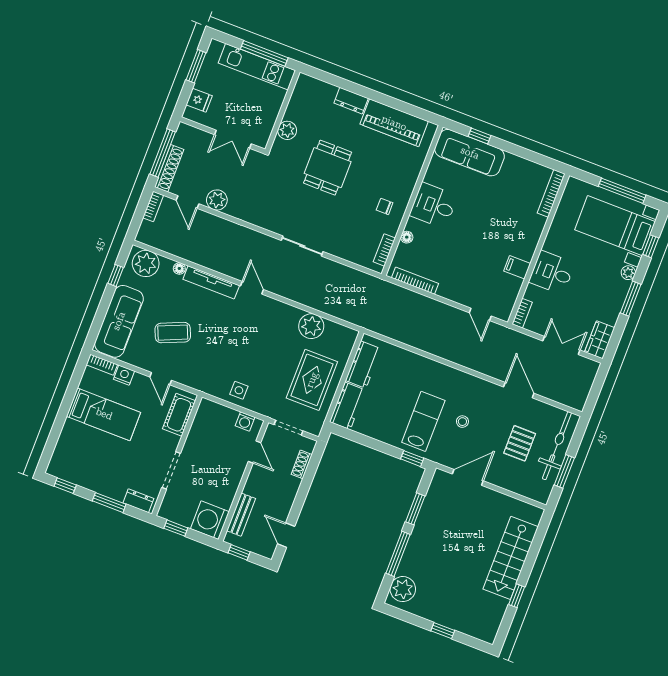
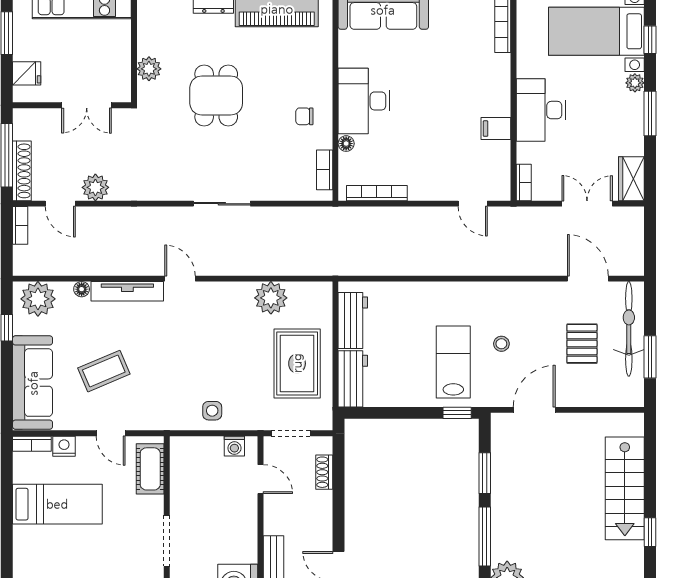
desk: (433, 205) -> (364, 101), width x1.37
desk: (552, 272) -> (541, 110), width x1.37
door: (519, 390) -> (588, 279), moved

